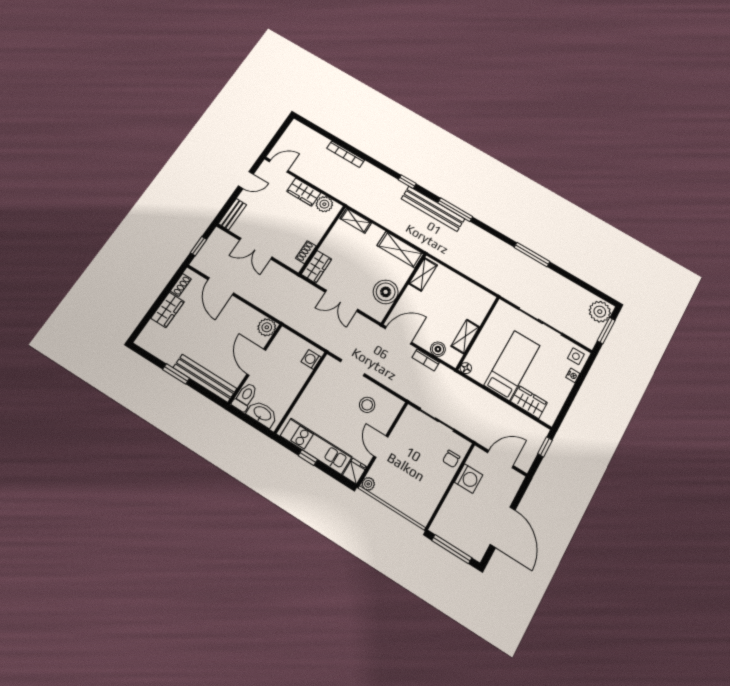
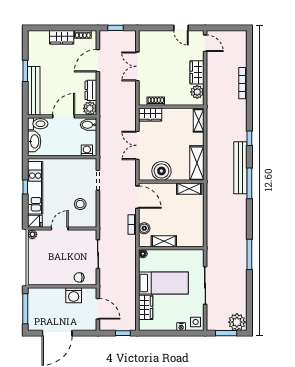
bench: (232, 214) -> (151, 35), removed
dresser: (248, 314) -> (91, 90), added
bidet: (284, 340) -> (89, 125), added

